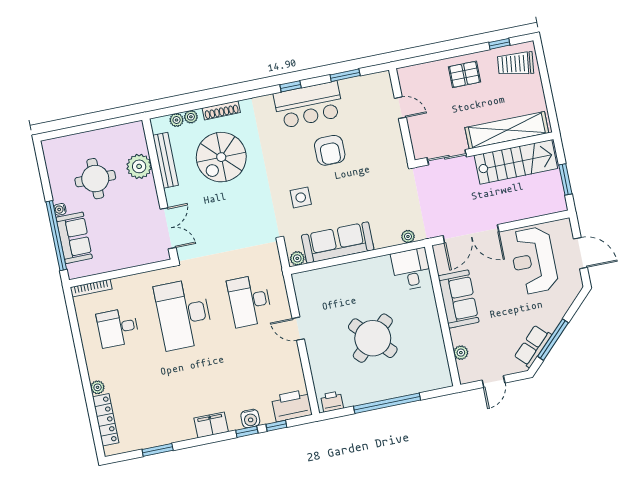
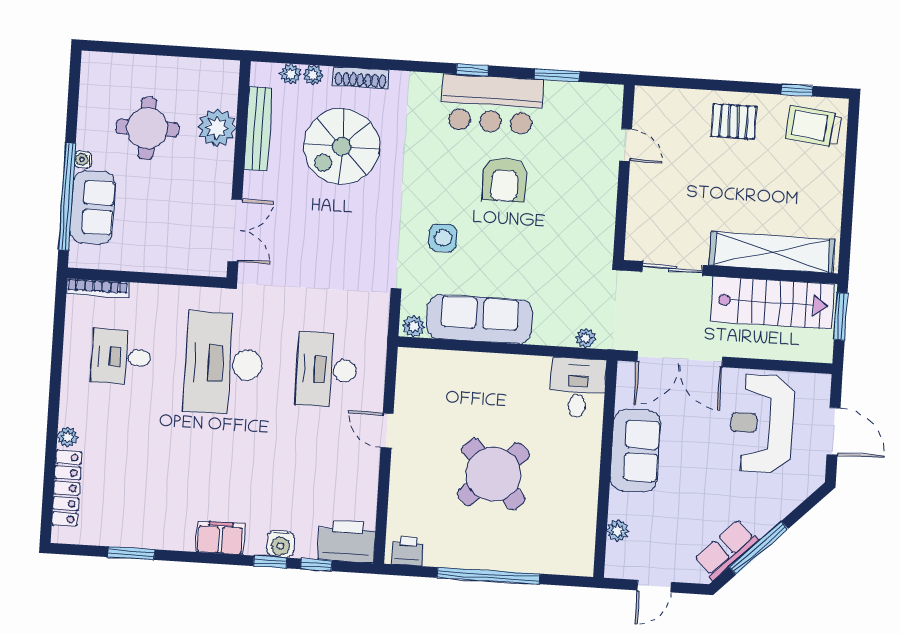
shelving: (507, 130) -> (772, 252), moved
wall: (484, 150) -> (731, 272), moved
sliding door: (447, 157) -> (673, 268), moved
stairs: (516, 162) -> (773, 303), moved

